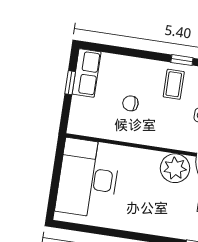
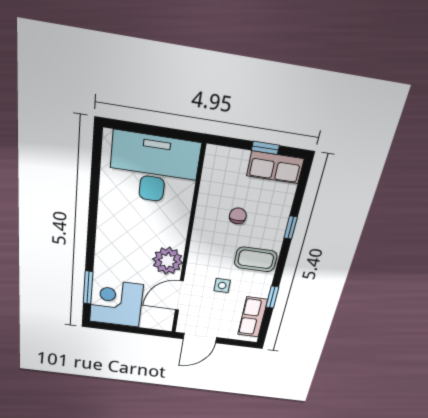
window: (182, 60) -> (291, 228), moved
coffee table: (174, 84) -> (256, 259), width x1.36, depth x1.30

